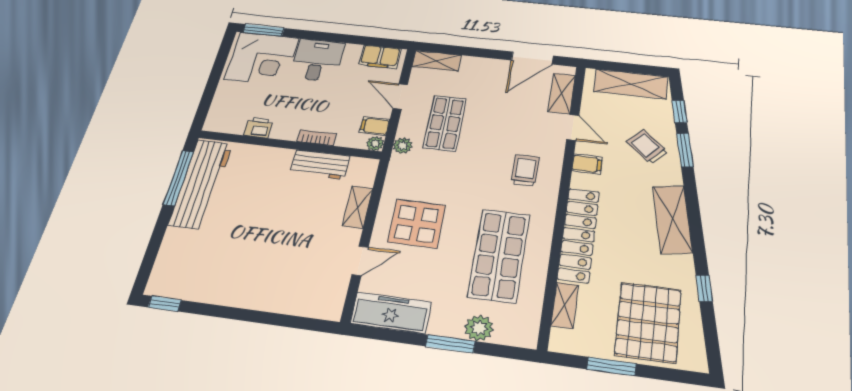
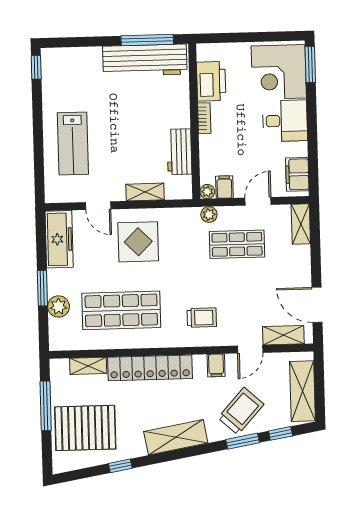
printer: (258, 128) -> (211, 81), width x1.87, depth x1.48
bookcase: (317, 138) -> (204, 118), moved
trolley: (647, 147) -> (241, 411), width x1.36, depth x1.39
lab bench: (274, 277) -> (73, 143), added
window: (611, 366) -> (46, 406), width x1.44

